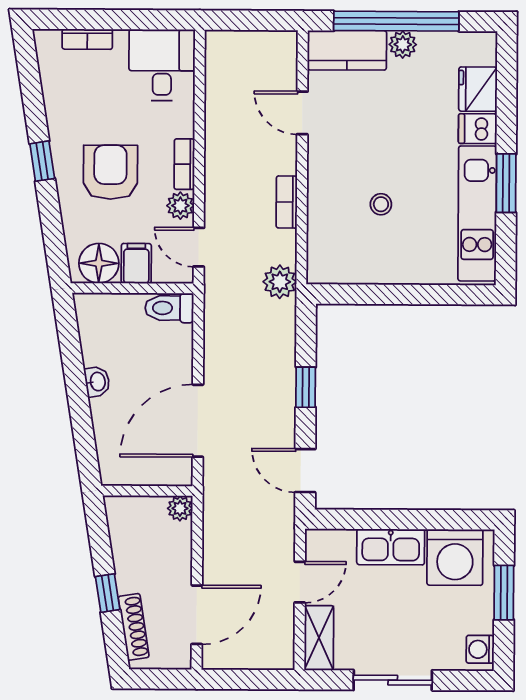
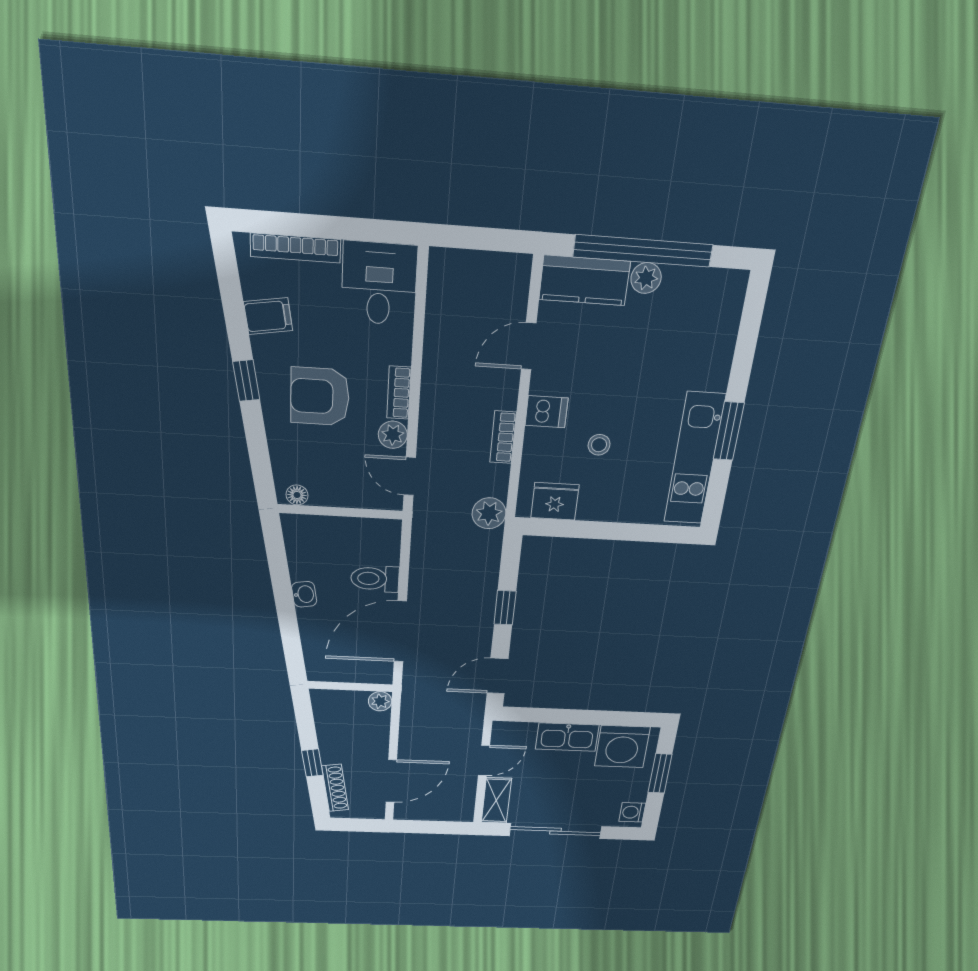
bookcase: (87, 39) -> (295, 248), width x1.56
fridge: (478, 89) -> (555, 501), moved, turned 90
door: (302, 113) -> (529, 346), hinge flipped
dishwasher: (478, 129) -> (546, 412), moved, turned 180
armchair: (110, 172) -> (320, 397), turned -90
floor lamp: (99, 263) -> (297, 495), width x0.53, depth x0.53
filing cabinet: (136, 263) -> (268, 316), moved, turned 81
toilet: (169, 308) -> (375, 579), moved
door: (305, 471) -> (497, 676), hinge flipped
sliding door: (393, 680) -> (555, 831), width x1.37

